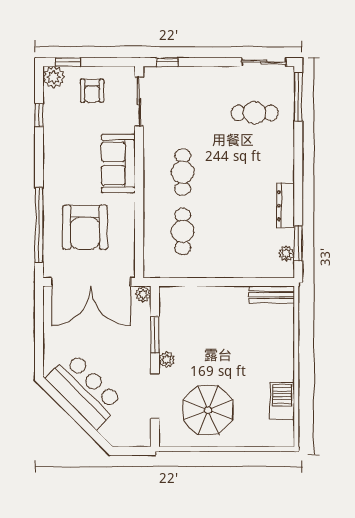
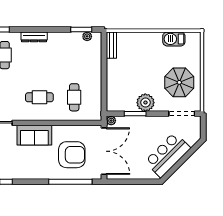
dresser: (286, 206) -> (34, 37), moved
cafe table: (183, 231) -> (74, 97), turned 90
plant: (167, 360) -> (145, 103), width x1.87, depth x1.87
doorway: (155, 396) -> (182, 114), moved

